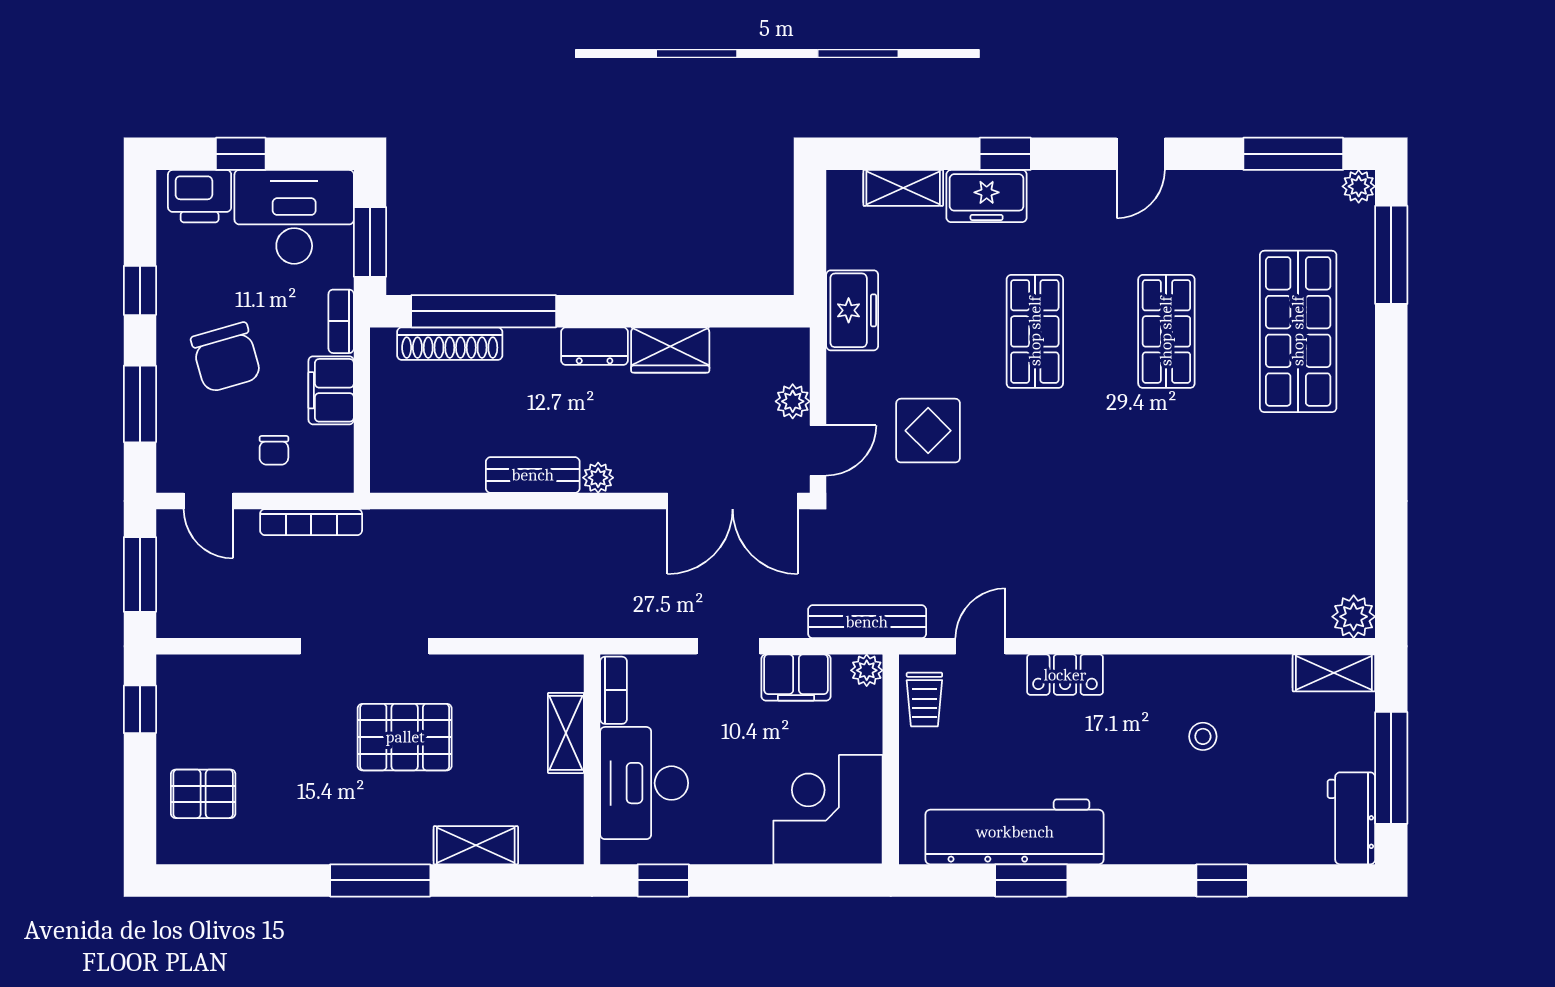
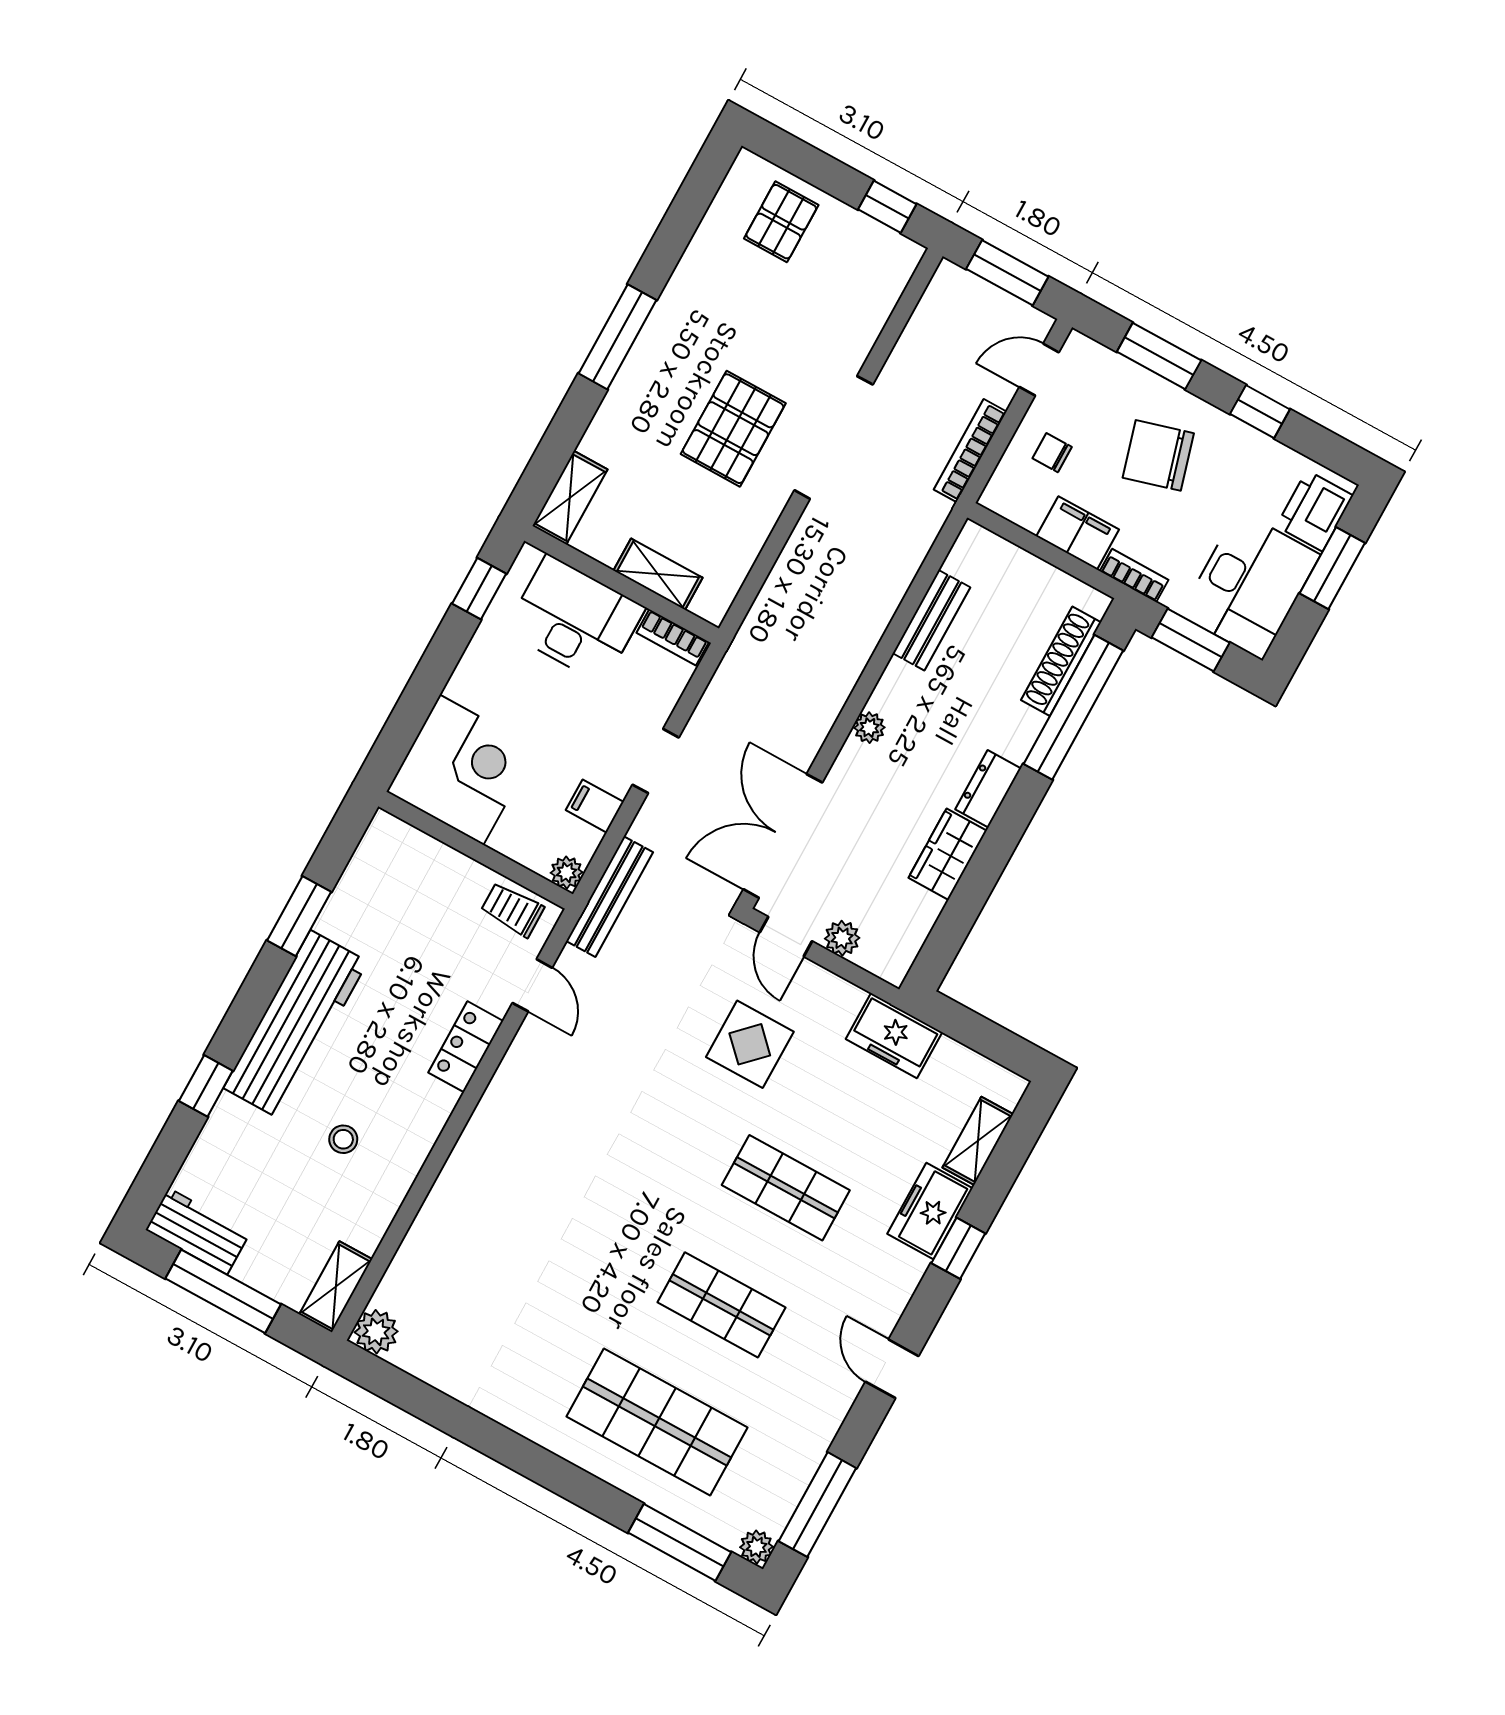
window: (241, 154) -> (1332, 568), width x1.50
bench: (533, 475) -> (931, 620), moved
filing cabinet: (796, 677) -> (595, 806), width x0.50
workbench: (1015, 832) -> (296, 1025), moved
shelving: (476, 845) -> (570, 498), moved

